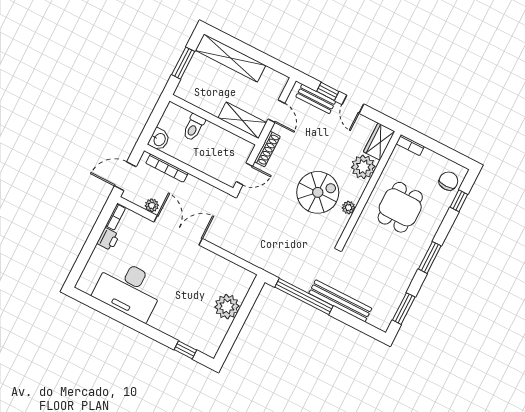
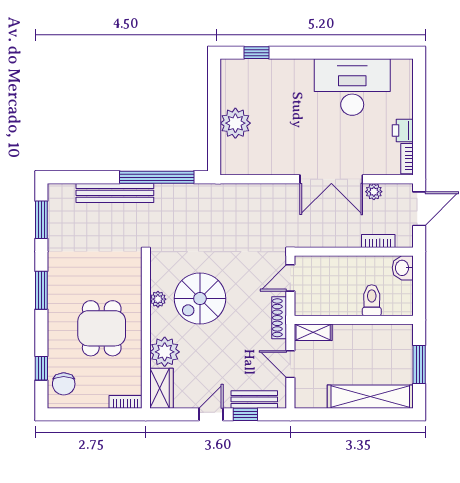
door: (353, 104) -> (211, 414), hinge flipped
shelving: (242, 120) -> (313, 332), width x0.67, depth x0.75
bookcase: (167, 168) -> (378, 241), width x0.64

